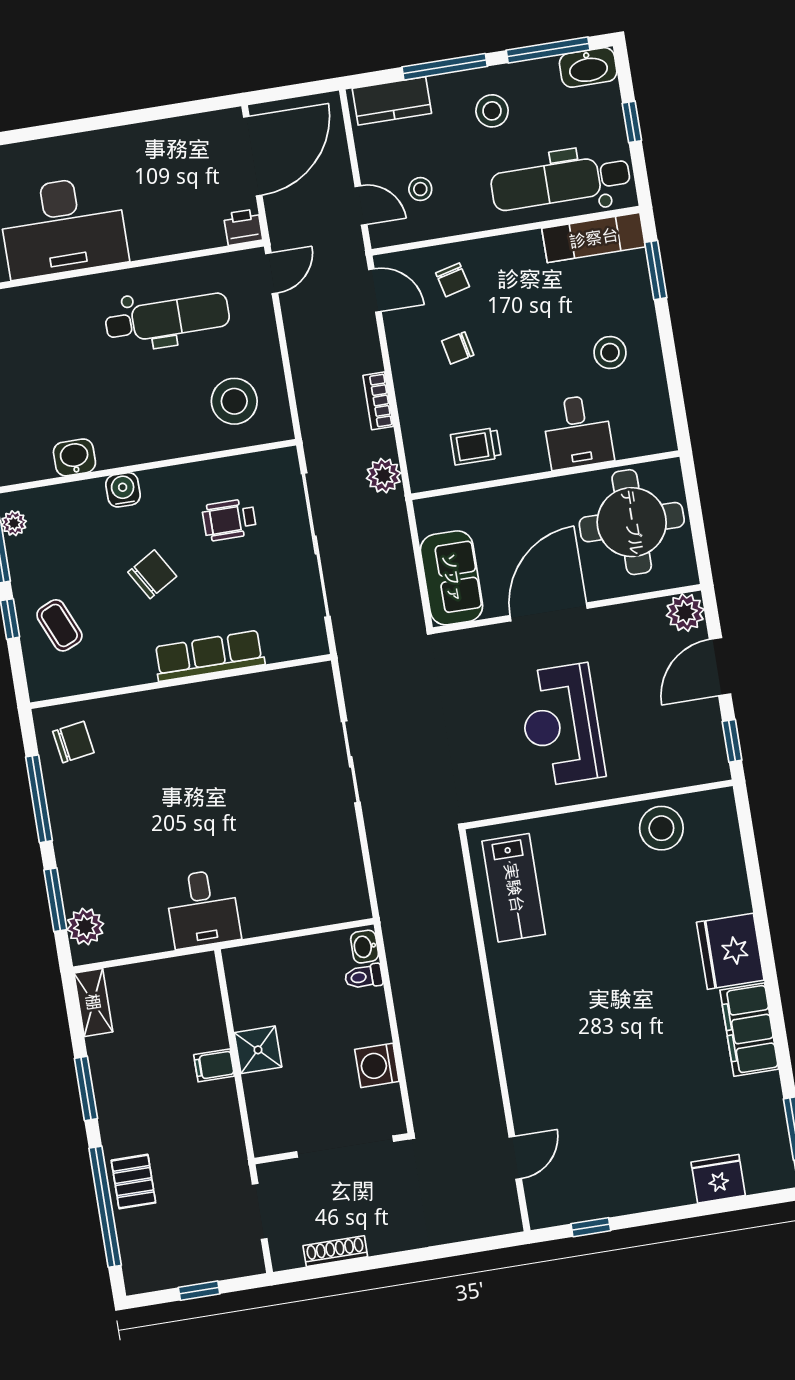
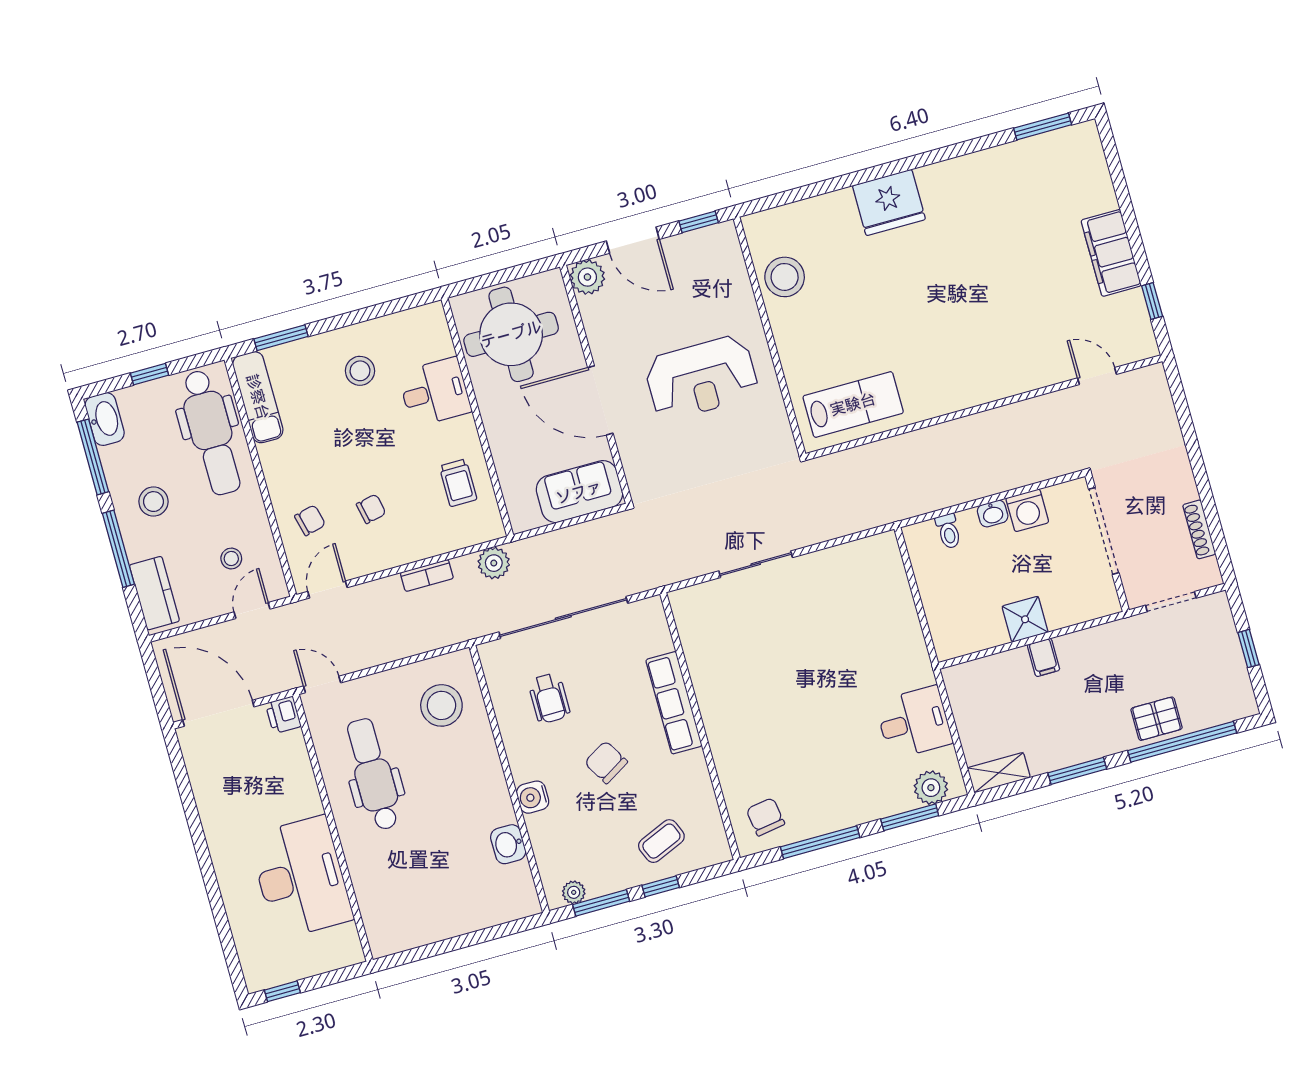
chair: (458, 348) -> (371, 509), turned -90
desk: (203, 909) -> (914, 722), moved
washbasin: (365, 947) -> (993, 514), moved
filing cabinet: (749, 1030) -> (1111, 253), moved, turned 90
fridge: (718, 1179) -> (1096, 191), removed

